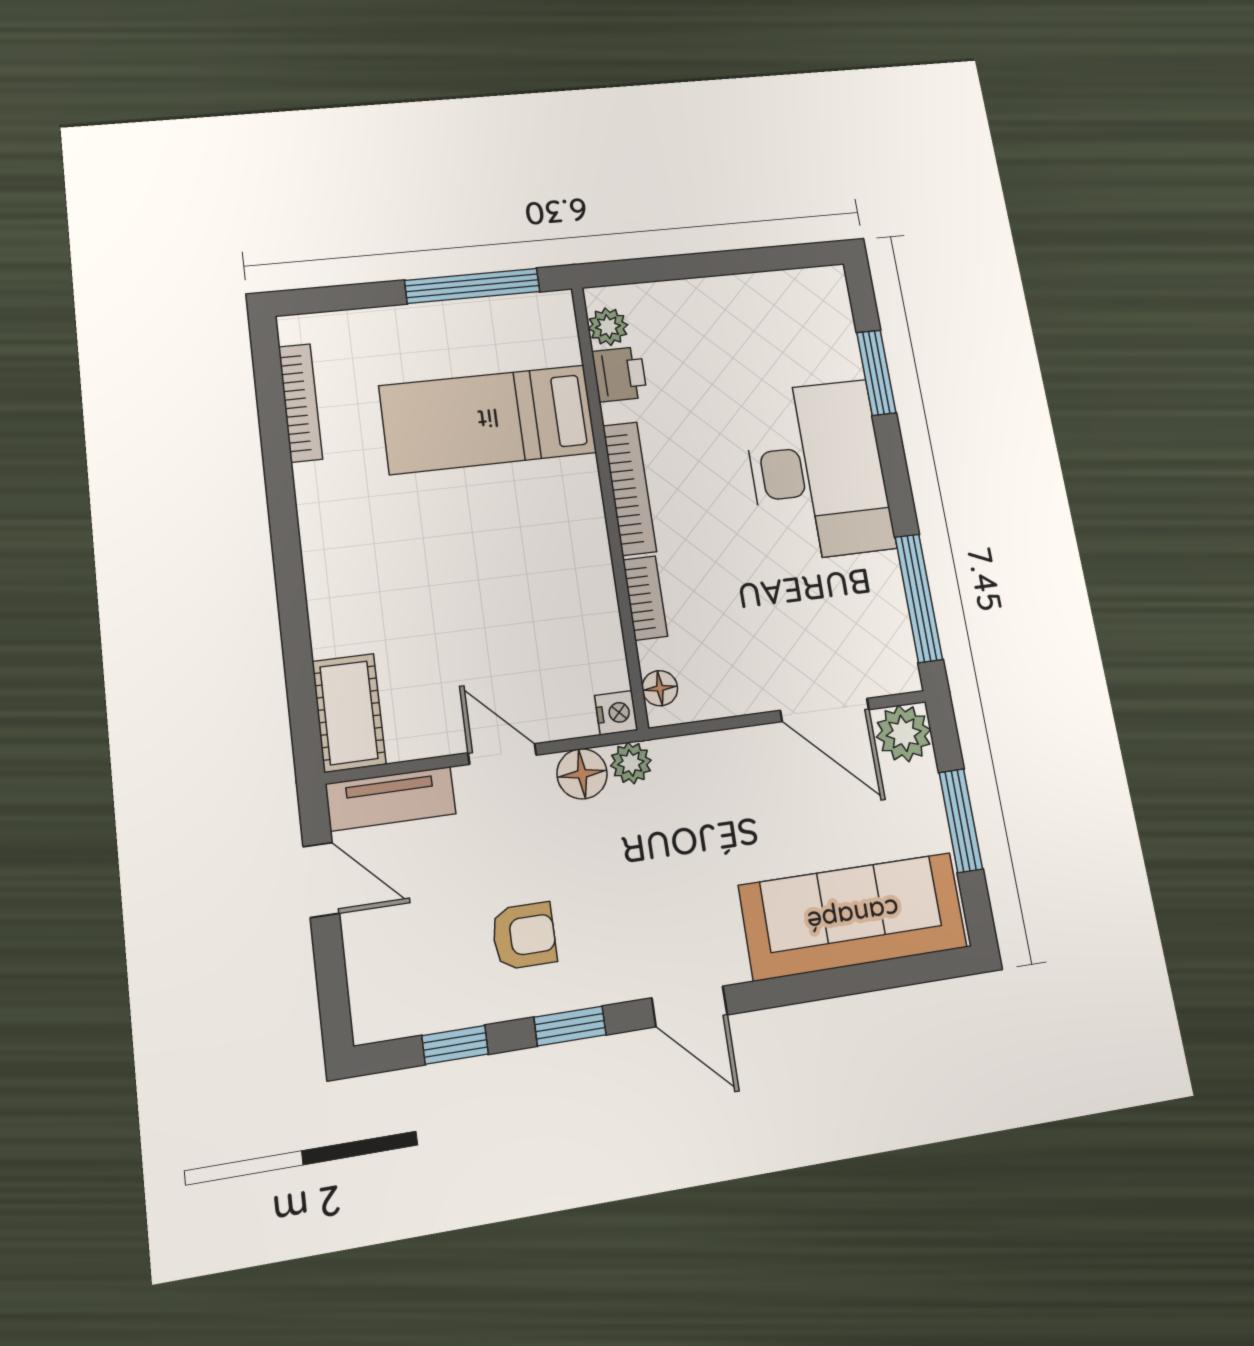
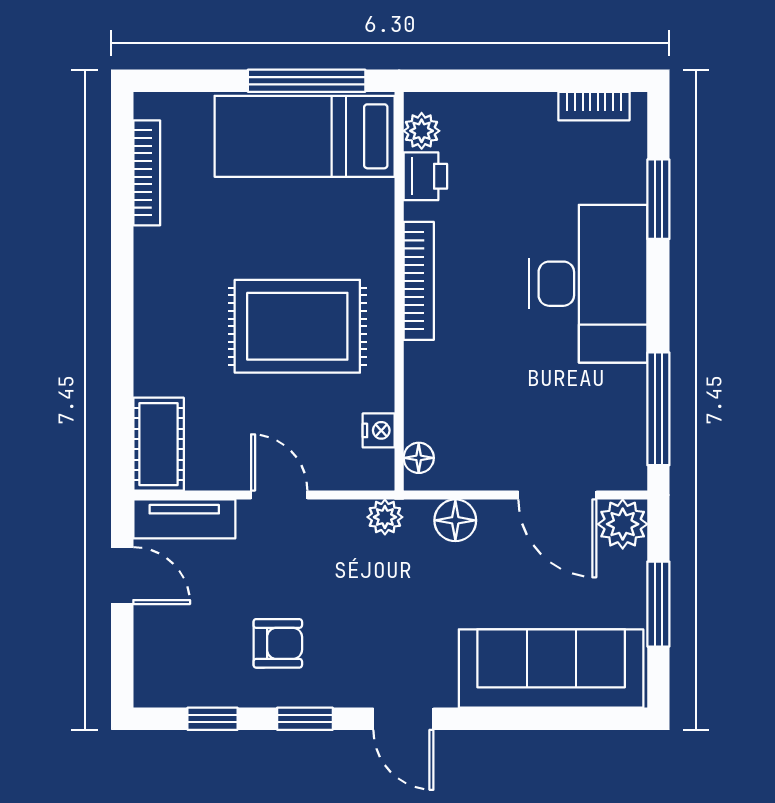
bed: (488, 419) -> (305, 136), moved
rug: (498, 555) -> (297, 326), added
bookcase: (645, 598) -> (594, 106), moved, turned 90
nightstand: (616, 713) -> (379, 430), moved
floor lamp: (582, 774) -> (455, 520), moved

